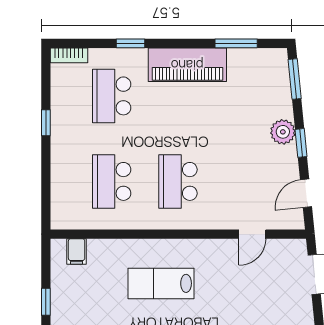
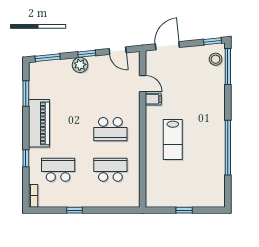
school desk: (112, 96) -> (58, 170), turned 180
school desk: (112, 181) -> (110, 170), turned 180
filing cabinet: (77, 251) -> (153, 99), moved

